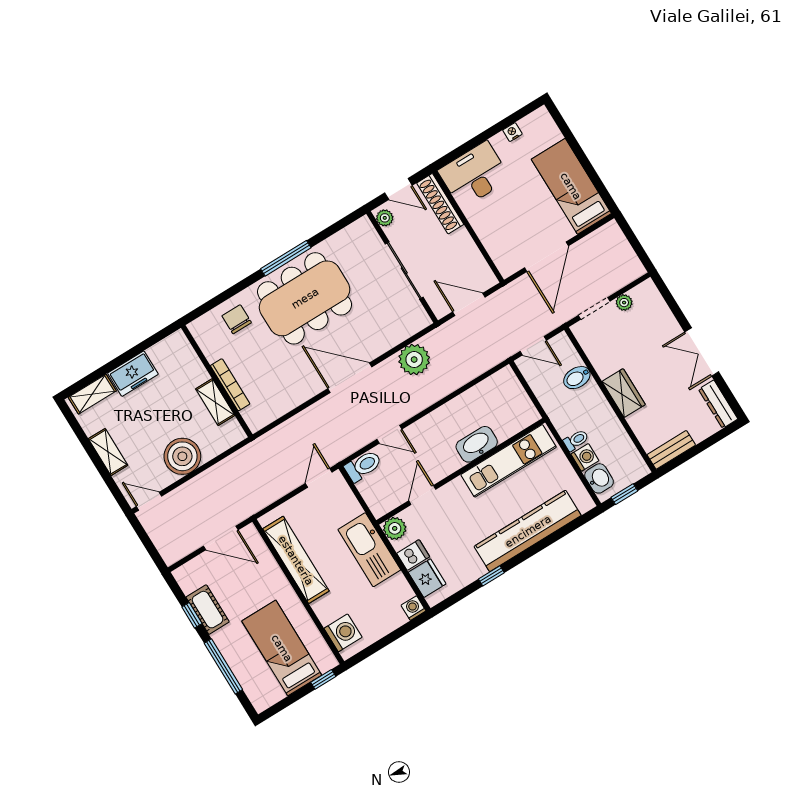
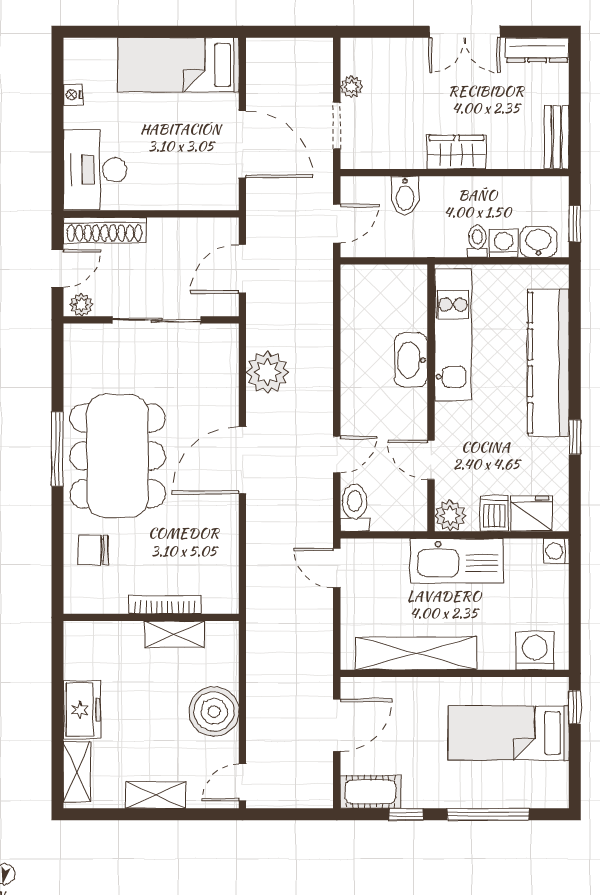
cot: (208, 610) -> (371, 792), moved

